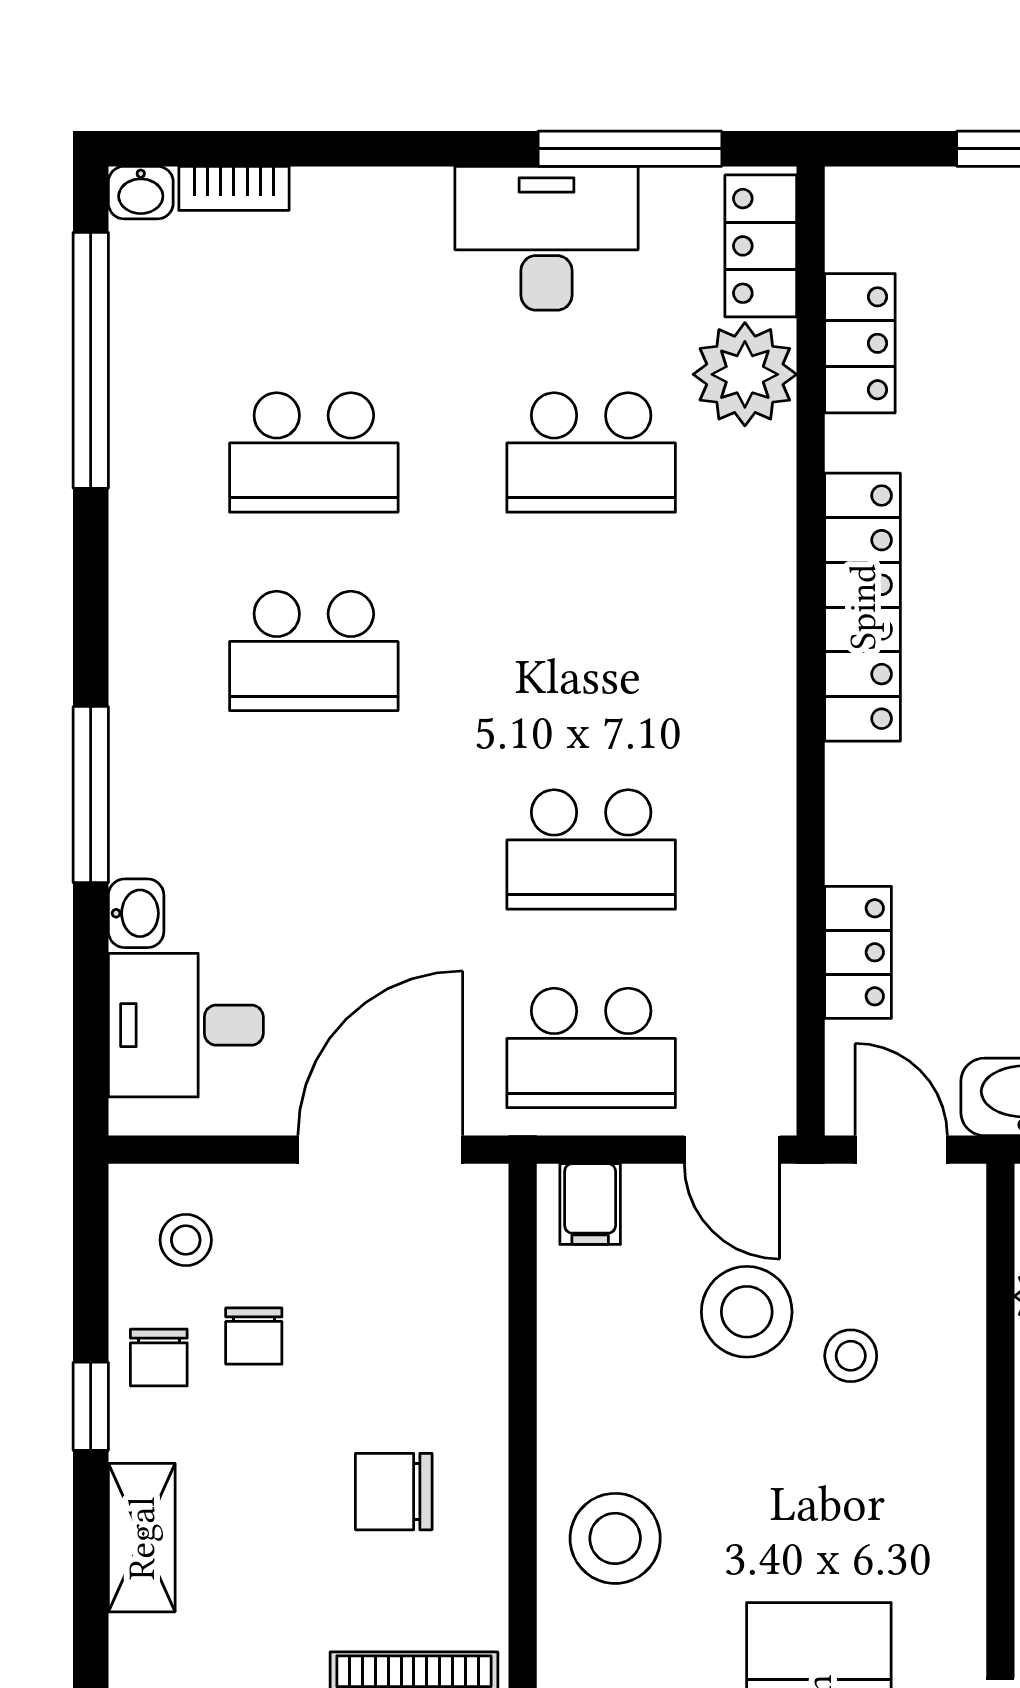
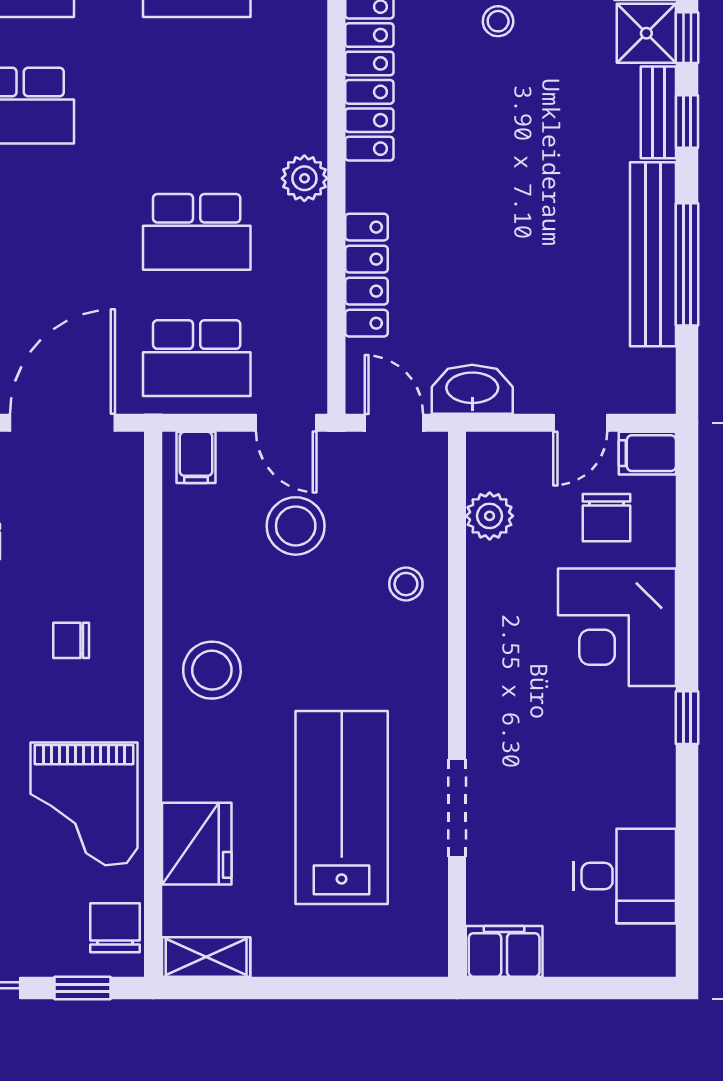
plant: (761, 765) -> (304, 178), added
locker: (858, 952) -> (366, 275), width x1.53
stool: (851, 1356) -> (406, 584), moved
chair: (394, 1492) -> (71, 640), width x0.73, depth x0.73

